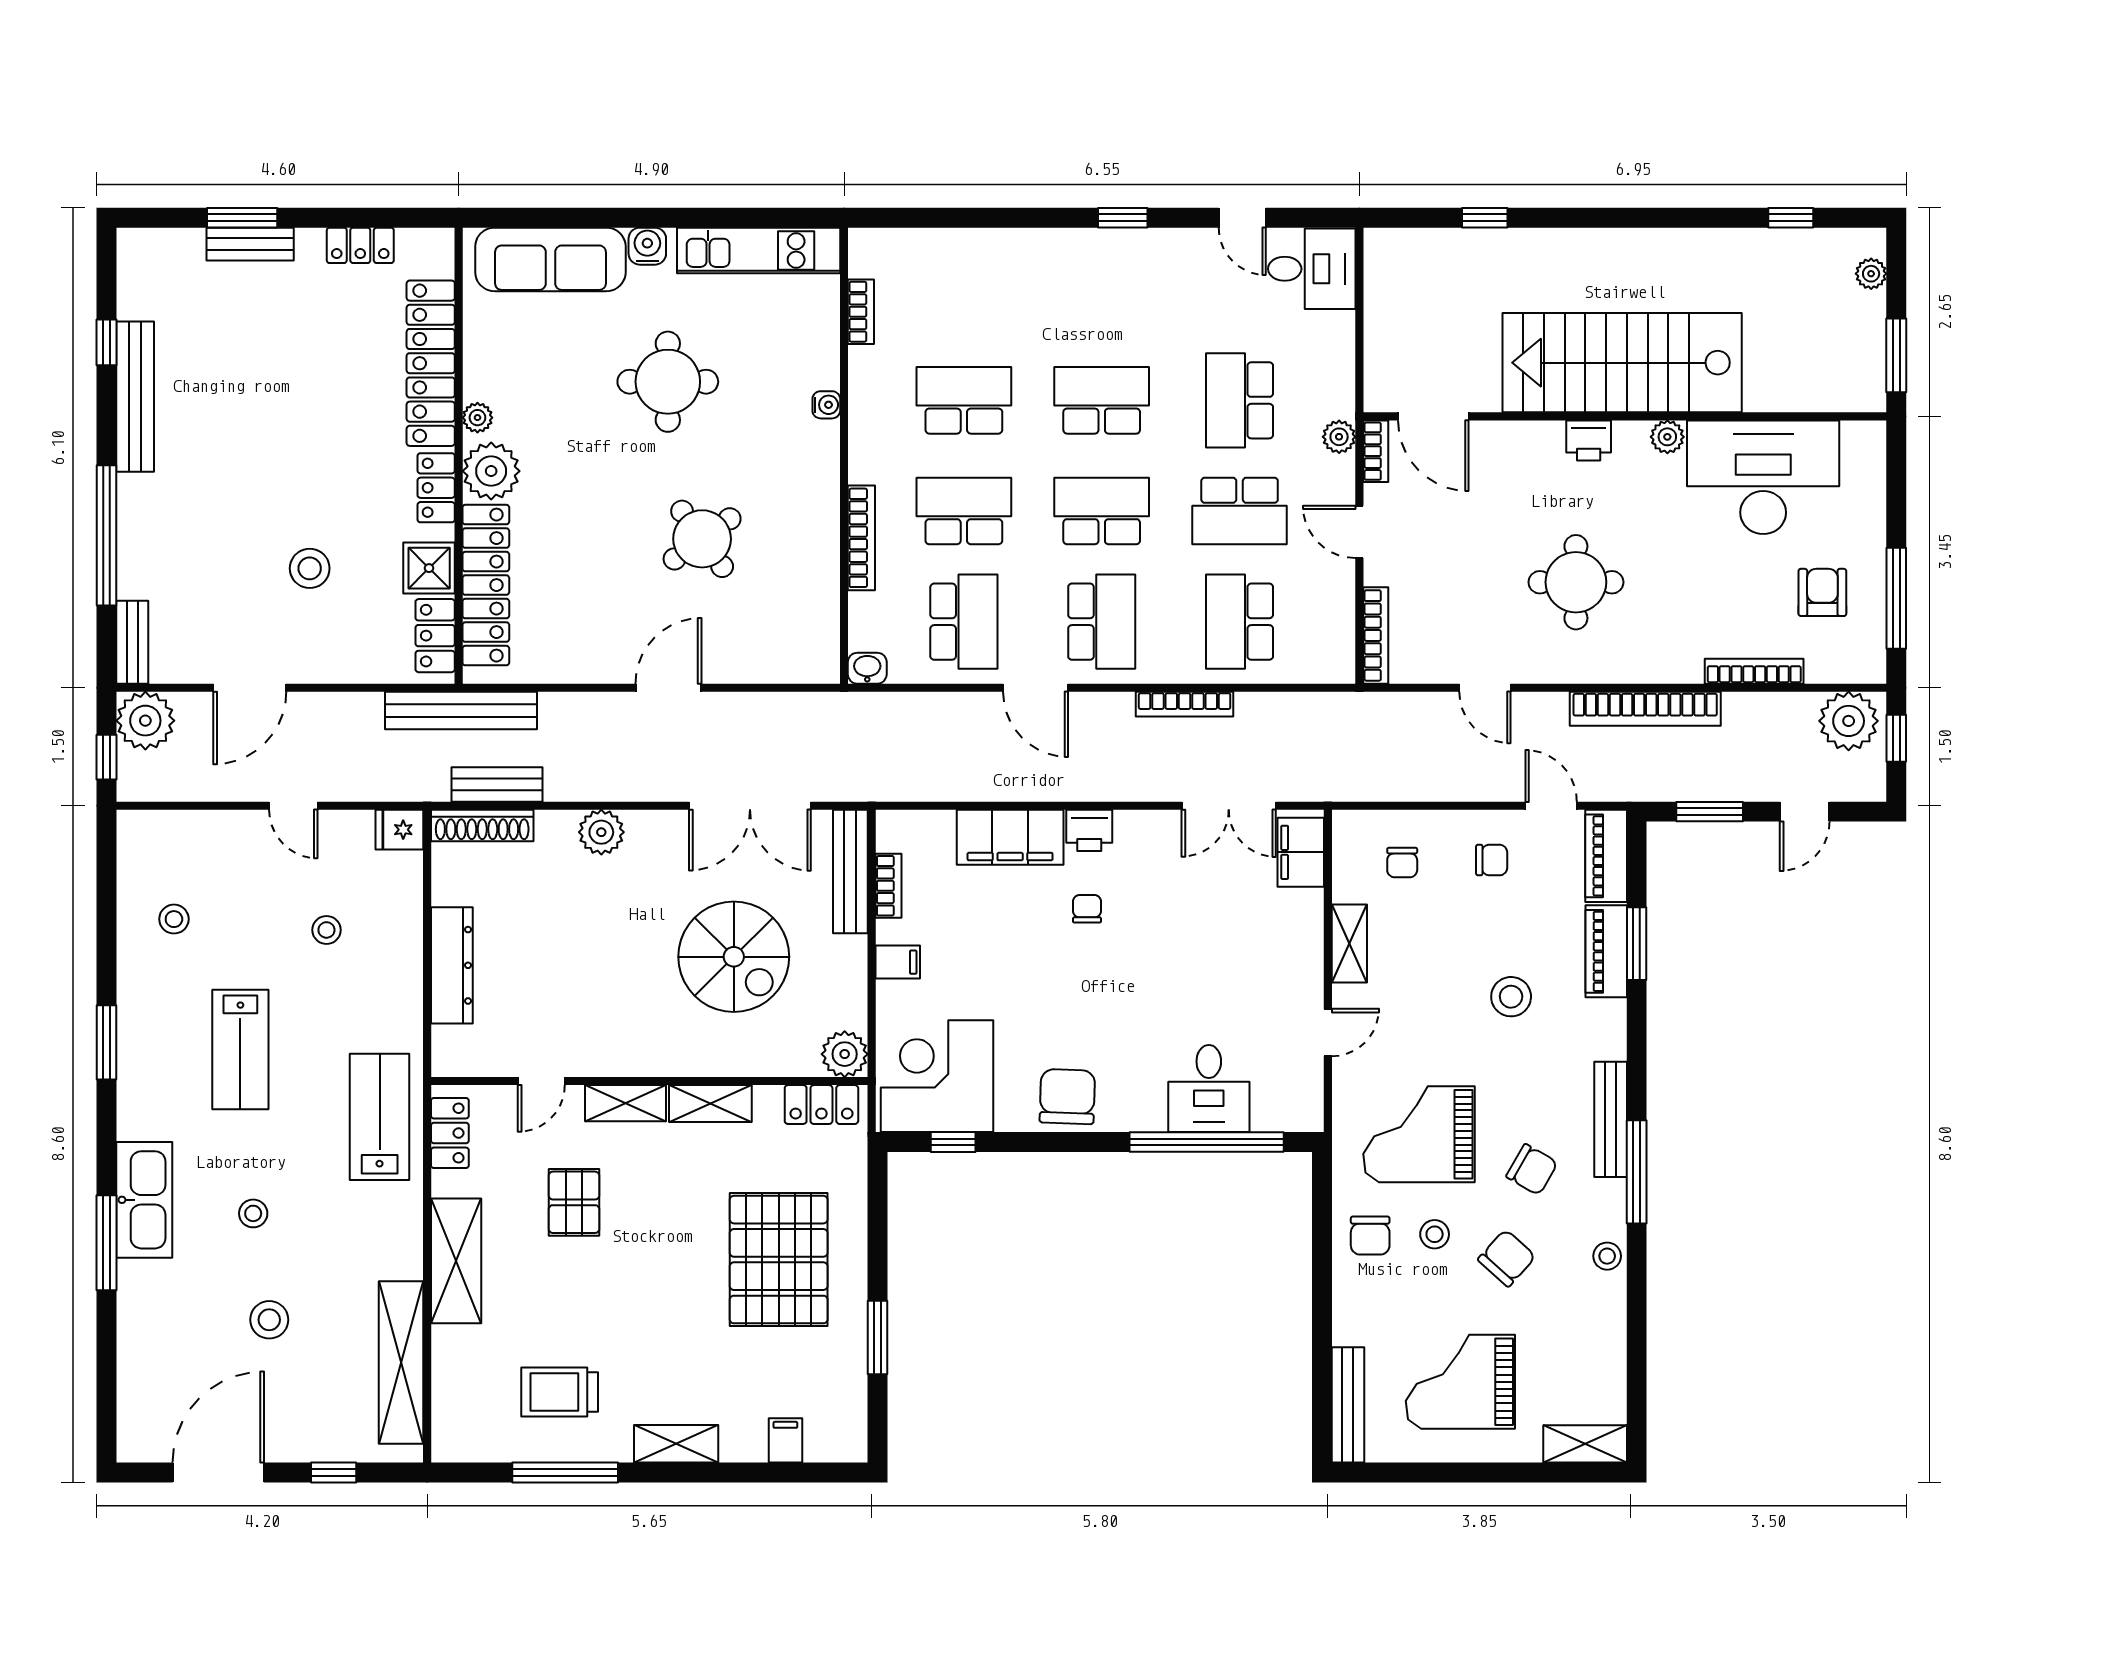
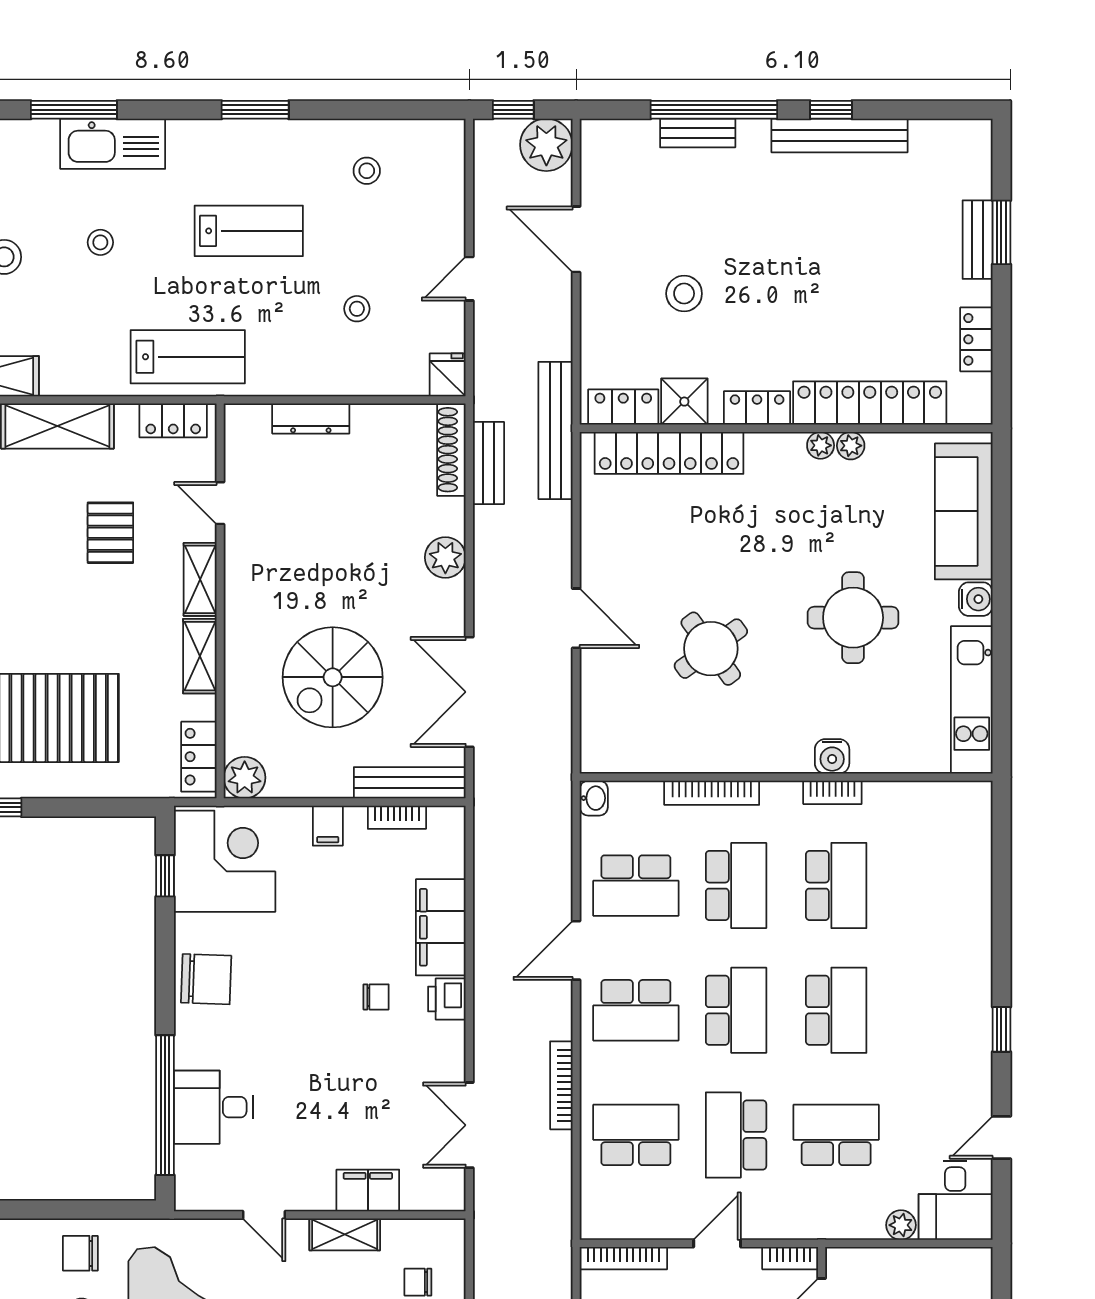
bookcase: (861, 312) -> (832, 792), moved
window: (107, 342) -> (831, 110), moved
water cooler: (826, 405) -> (832, 756), width x1.38, depth x1.38
plant: (1339, 437) -> (901, 1225), moved
plant: (491, 471) -> (851, 446), moved, width x0.53, depth x0.53
bench: (132, 642) -> (698, 133), moved
filing cabinet: (1301, 852) -> (368, 1190), moved
dresser: (452, 965) -> (311, 418), width x0.73, depth x0.80
lab bench: (240, 1049) -> (249, 231), turned 180
pallet: (574, 1202) -> (110, 533), turned 90

